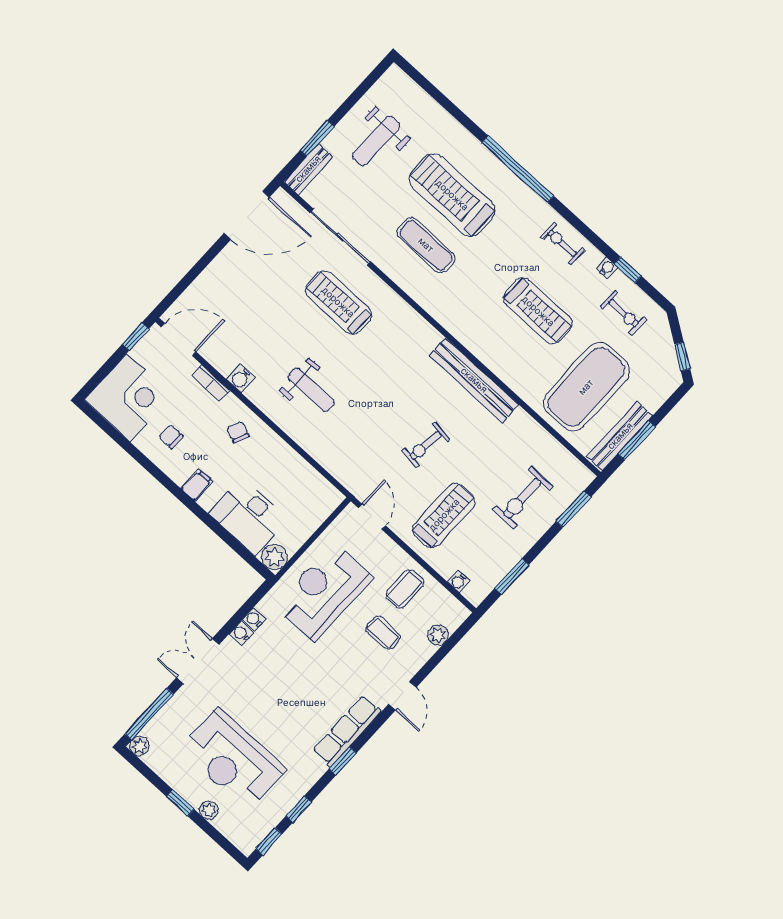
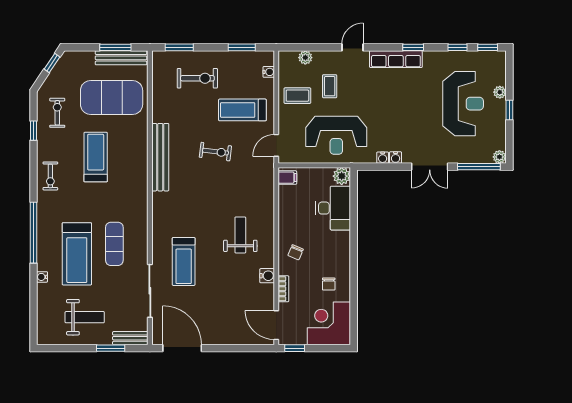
water cooler: (607, 268) -> (42, 277), moved
filing cabinet: (197, 485) -> (287, 178), moved, turned 180

